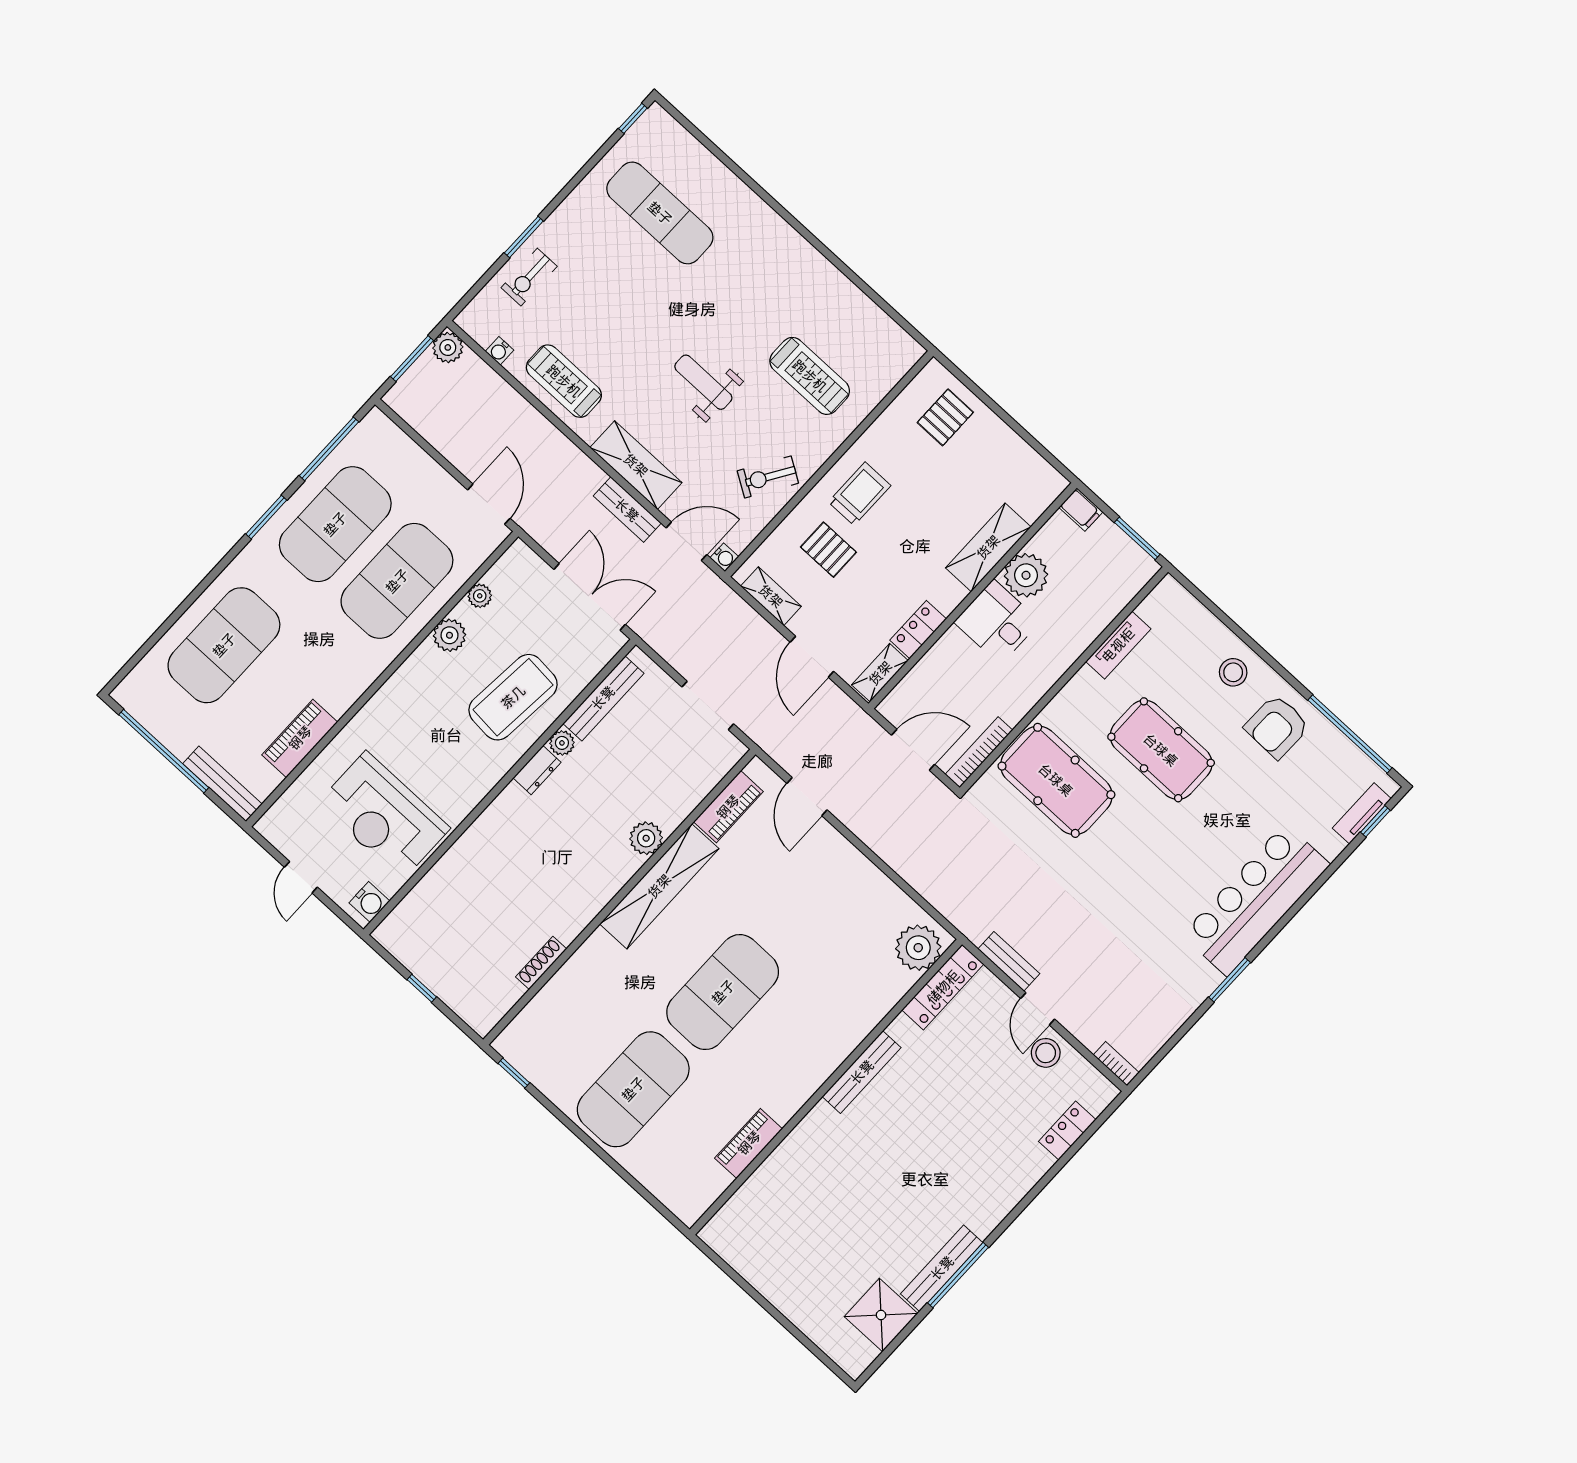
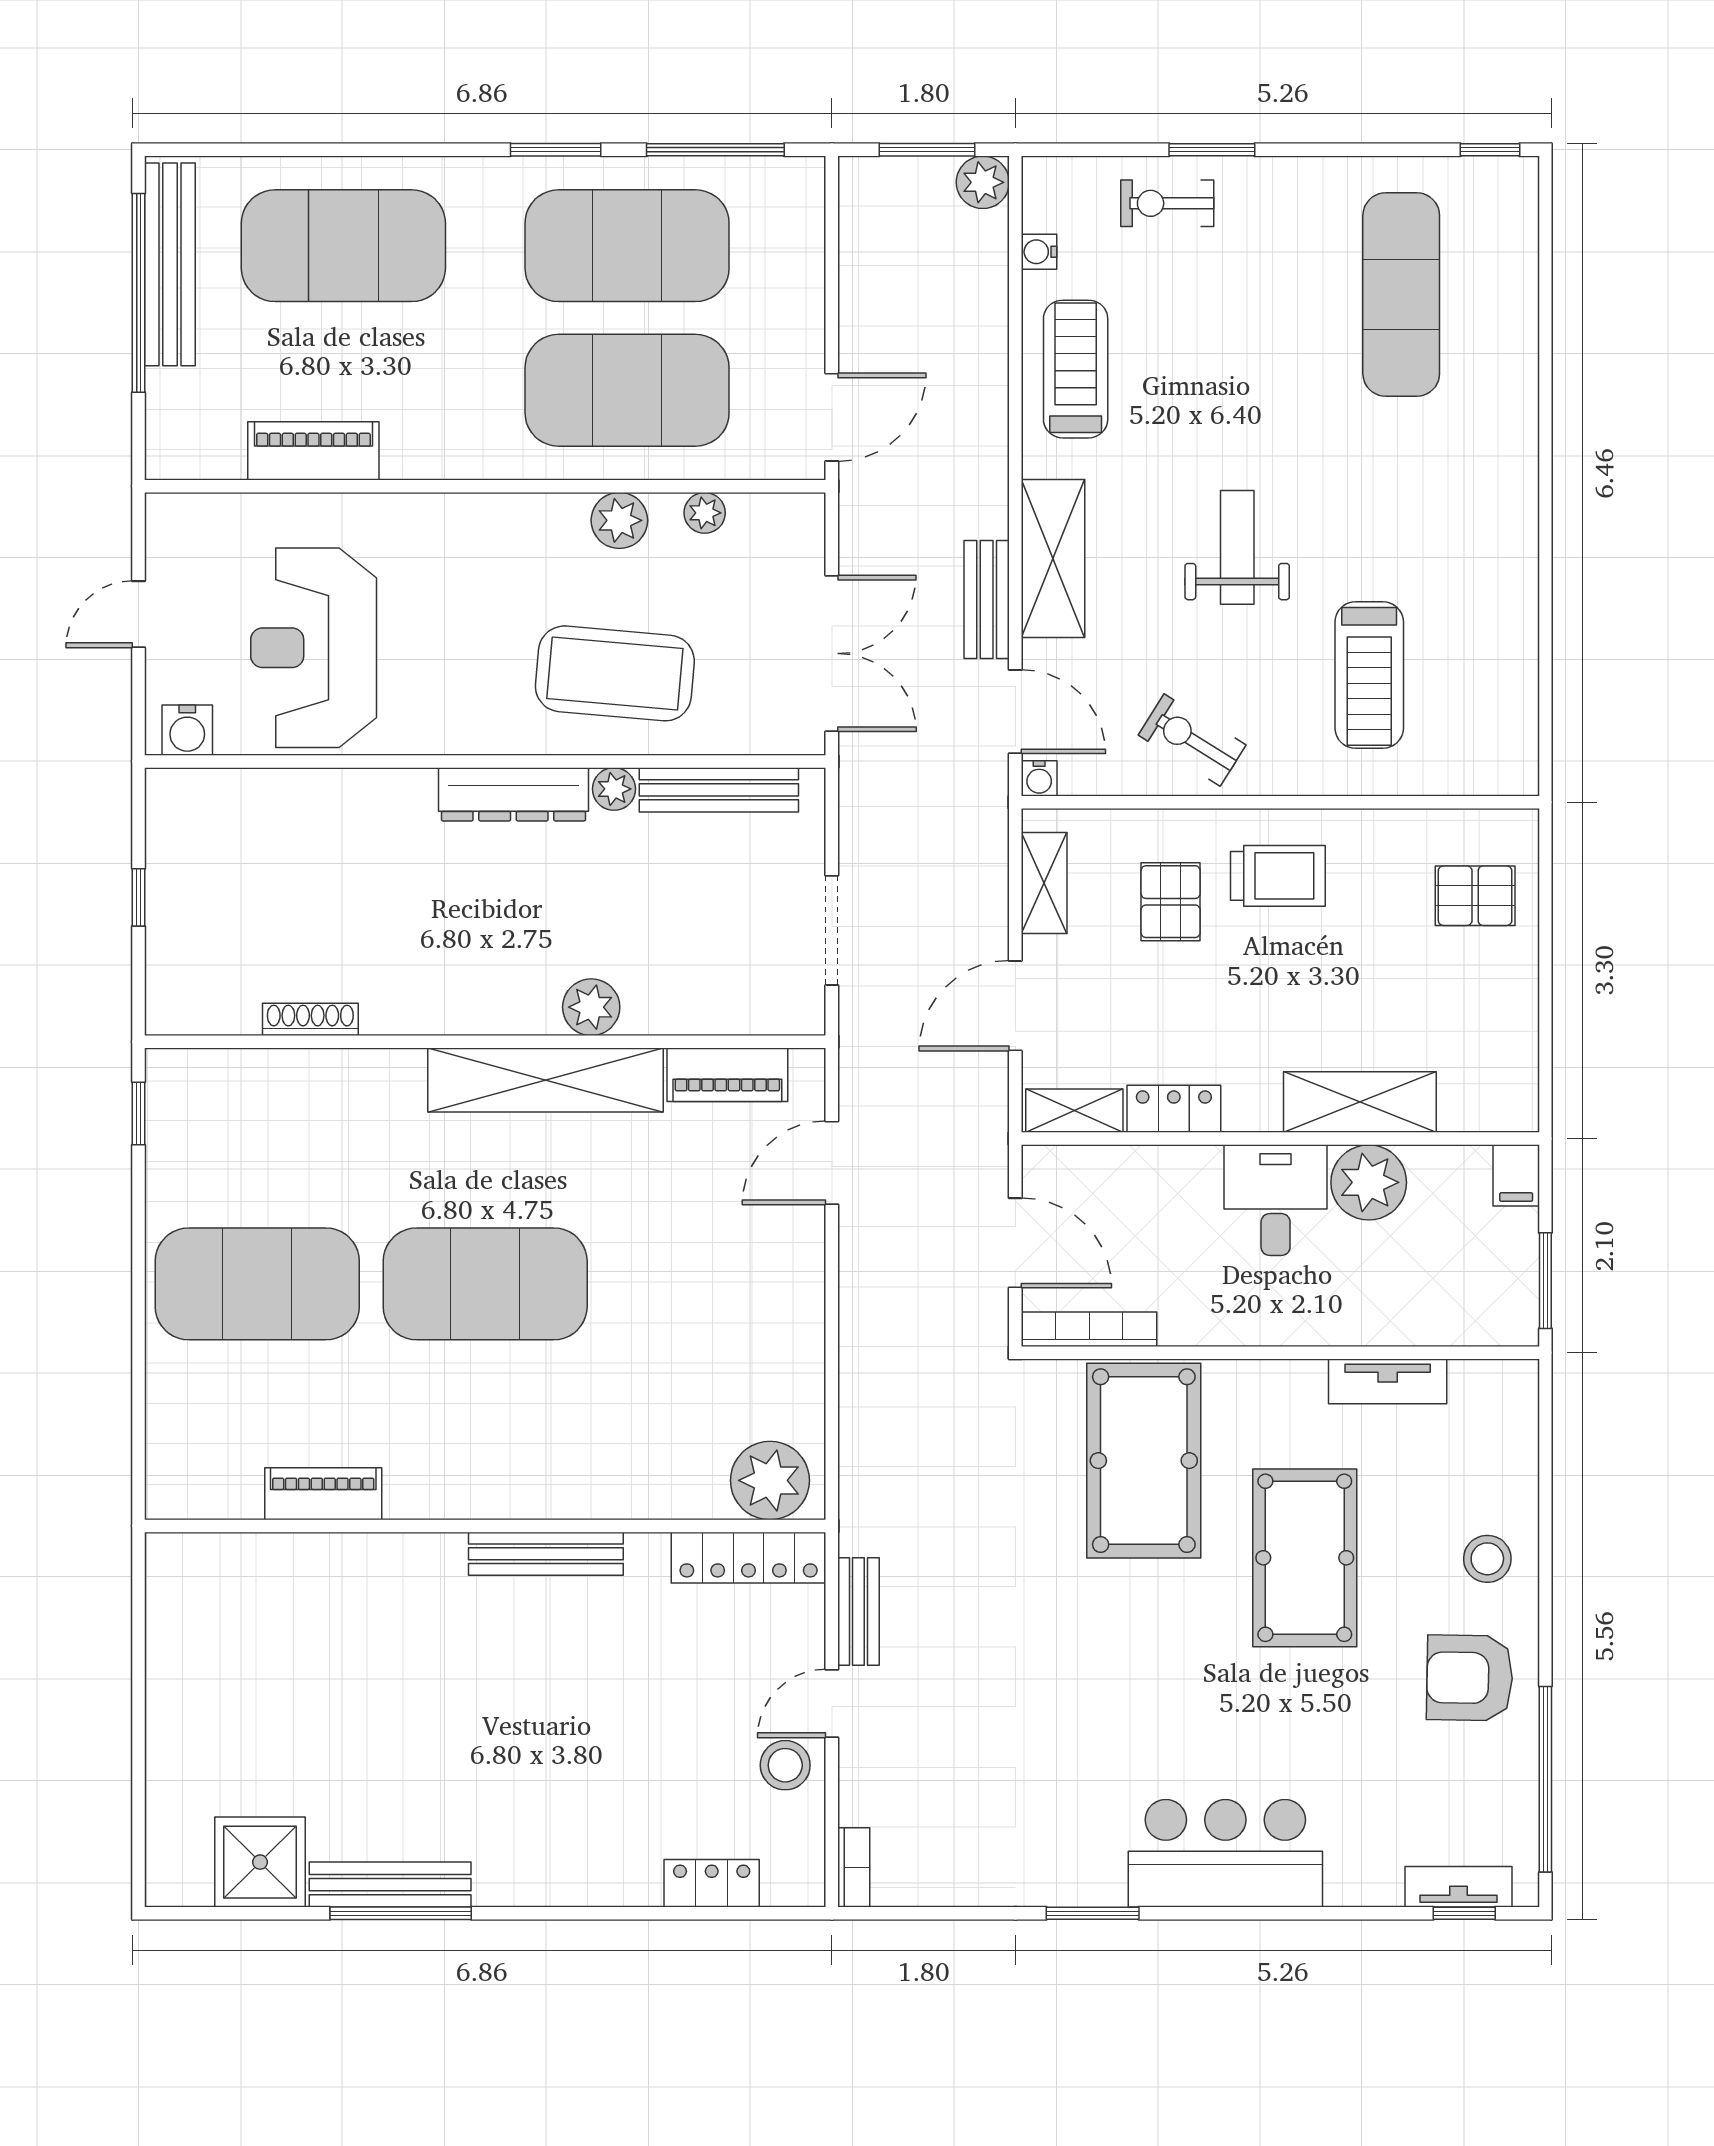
dresser: (537, 770) -> (513, 794), width x1.96, depth x1.24
bench: (223, 784) -> (170, 264), moved, width x1.37, depth x1.21
bar counter: (1256, 900) -> (1225, 1853), width x0.73

